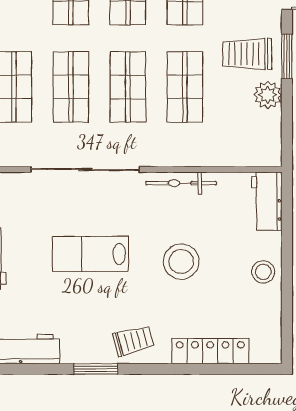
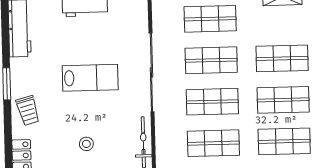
lab bench: (90, 254) -> (90, 78), turned 90
stool: (181, 261) -> (86, 144), width x0.53, depth x0.53

